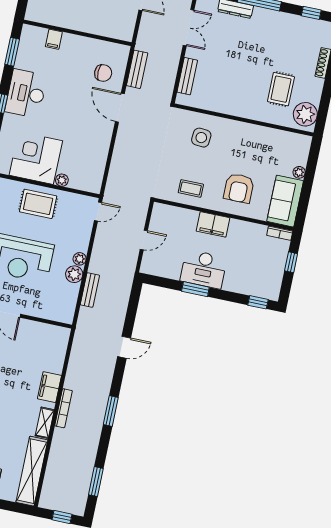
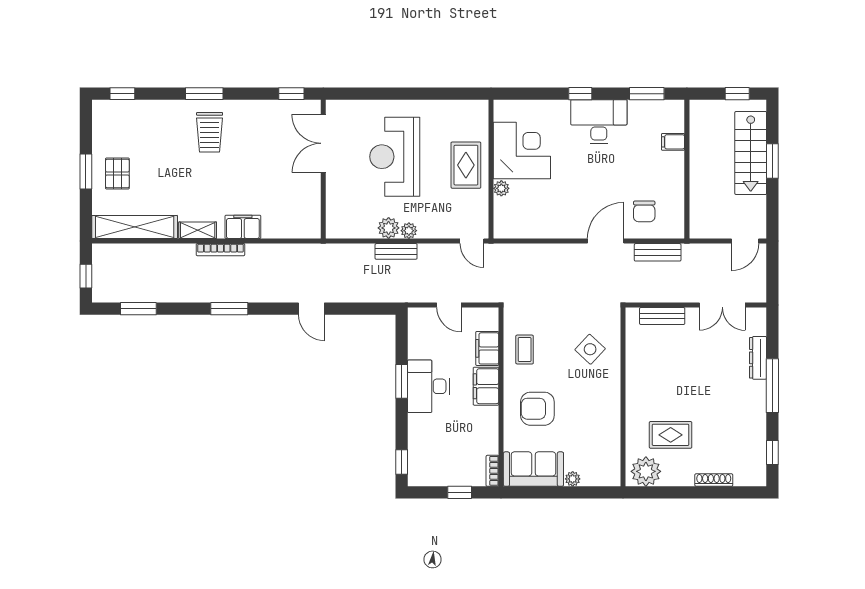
side table: (201, 138) -> (590, 349), turned 38
filing cabinet: (184, 217) -> (487, 348), added
bench: (90, 290) -> (396, 251), moved

